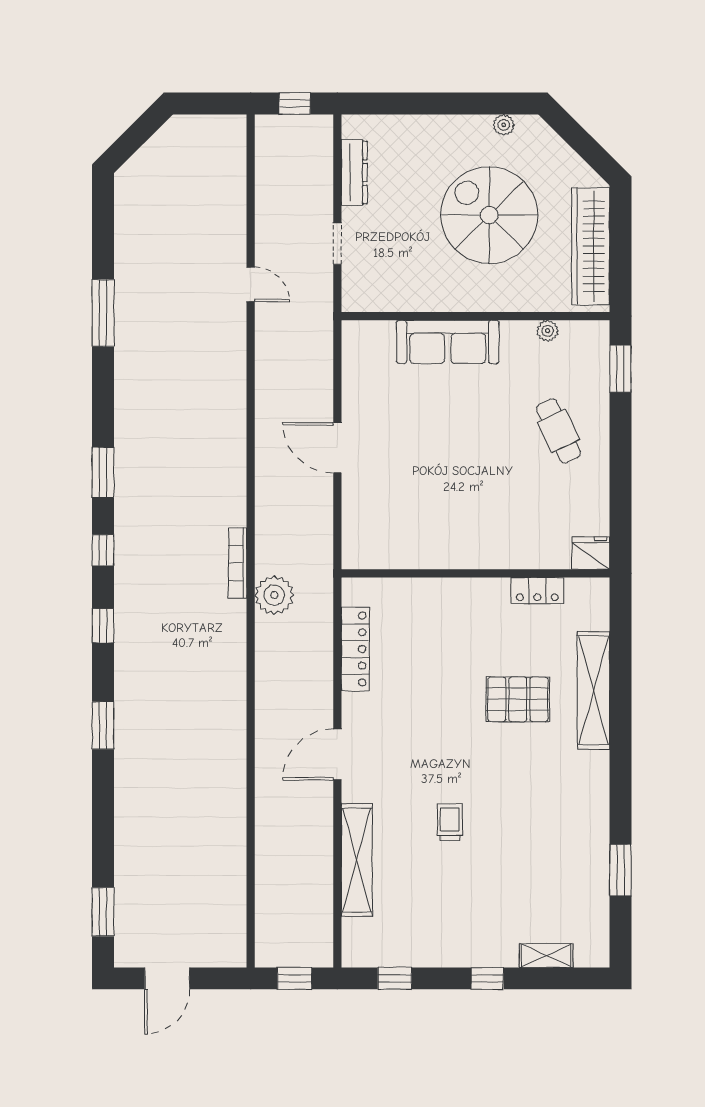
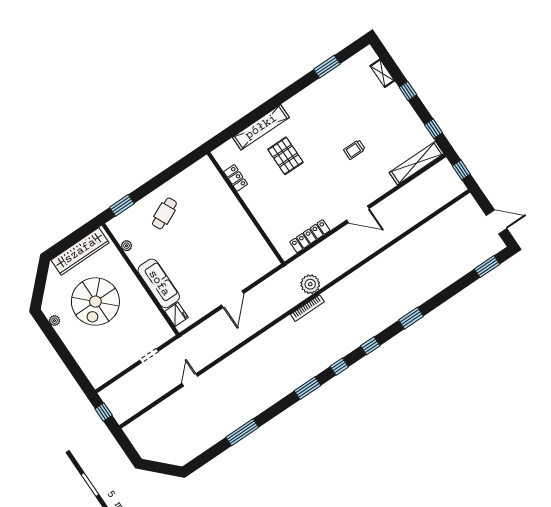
dresser: (354, 172) -> (115, 368), removed
fridge: (591, 553) -> (176, 314), moved, turned 180
shelving: (357, 860) -> (417, 163), moved

